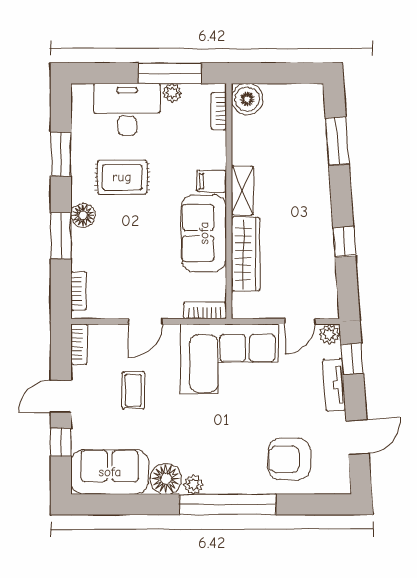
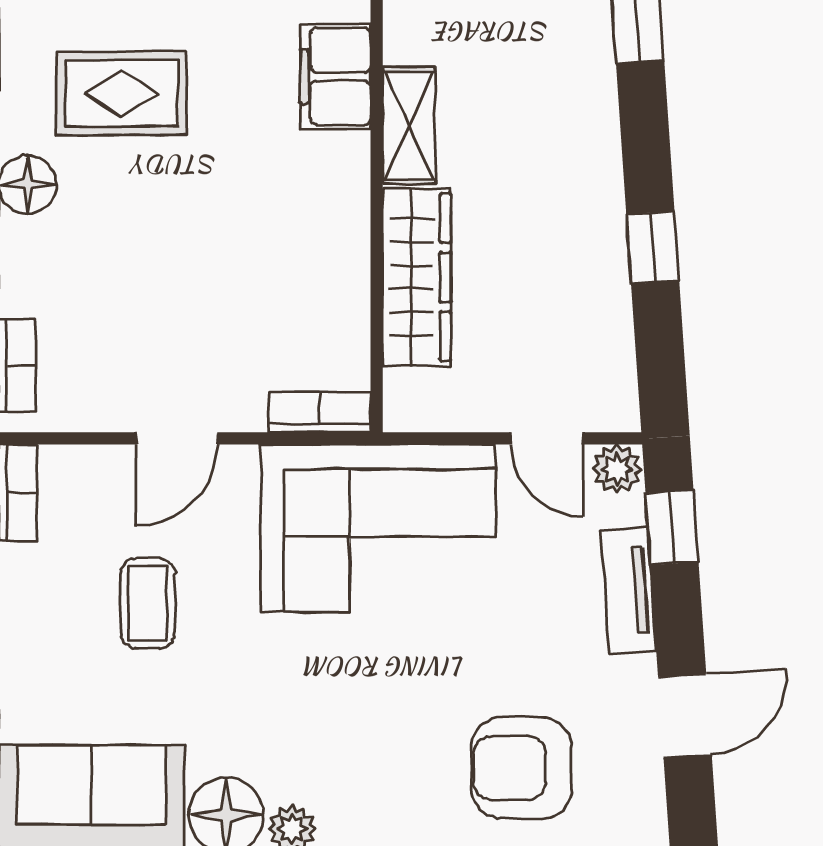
filing cabinet: (212, 181) -> (335, 76), width x2.00
sofa: (204, 233) -> (317, 227), removed
door: (300, 321) -> (547, 438), hinge flipped

